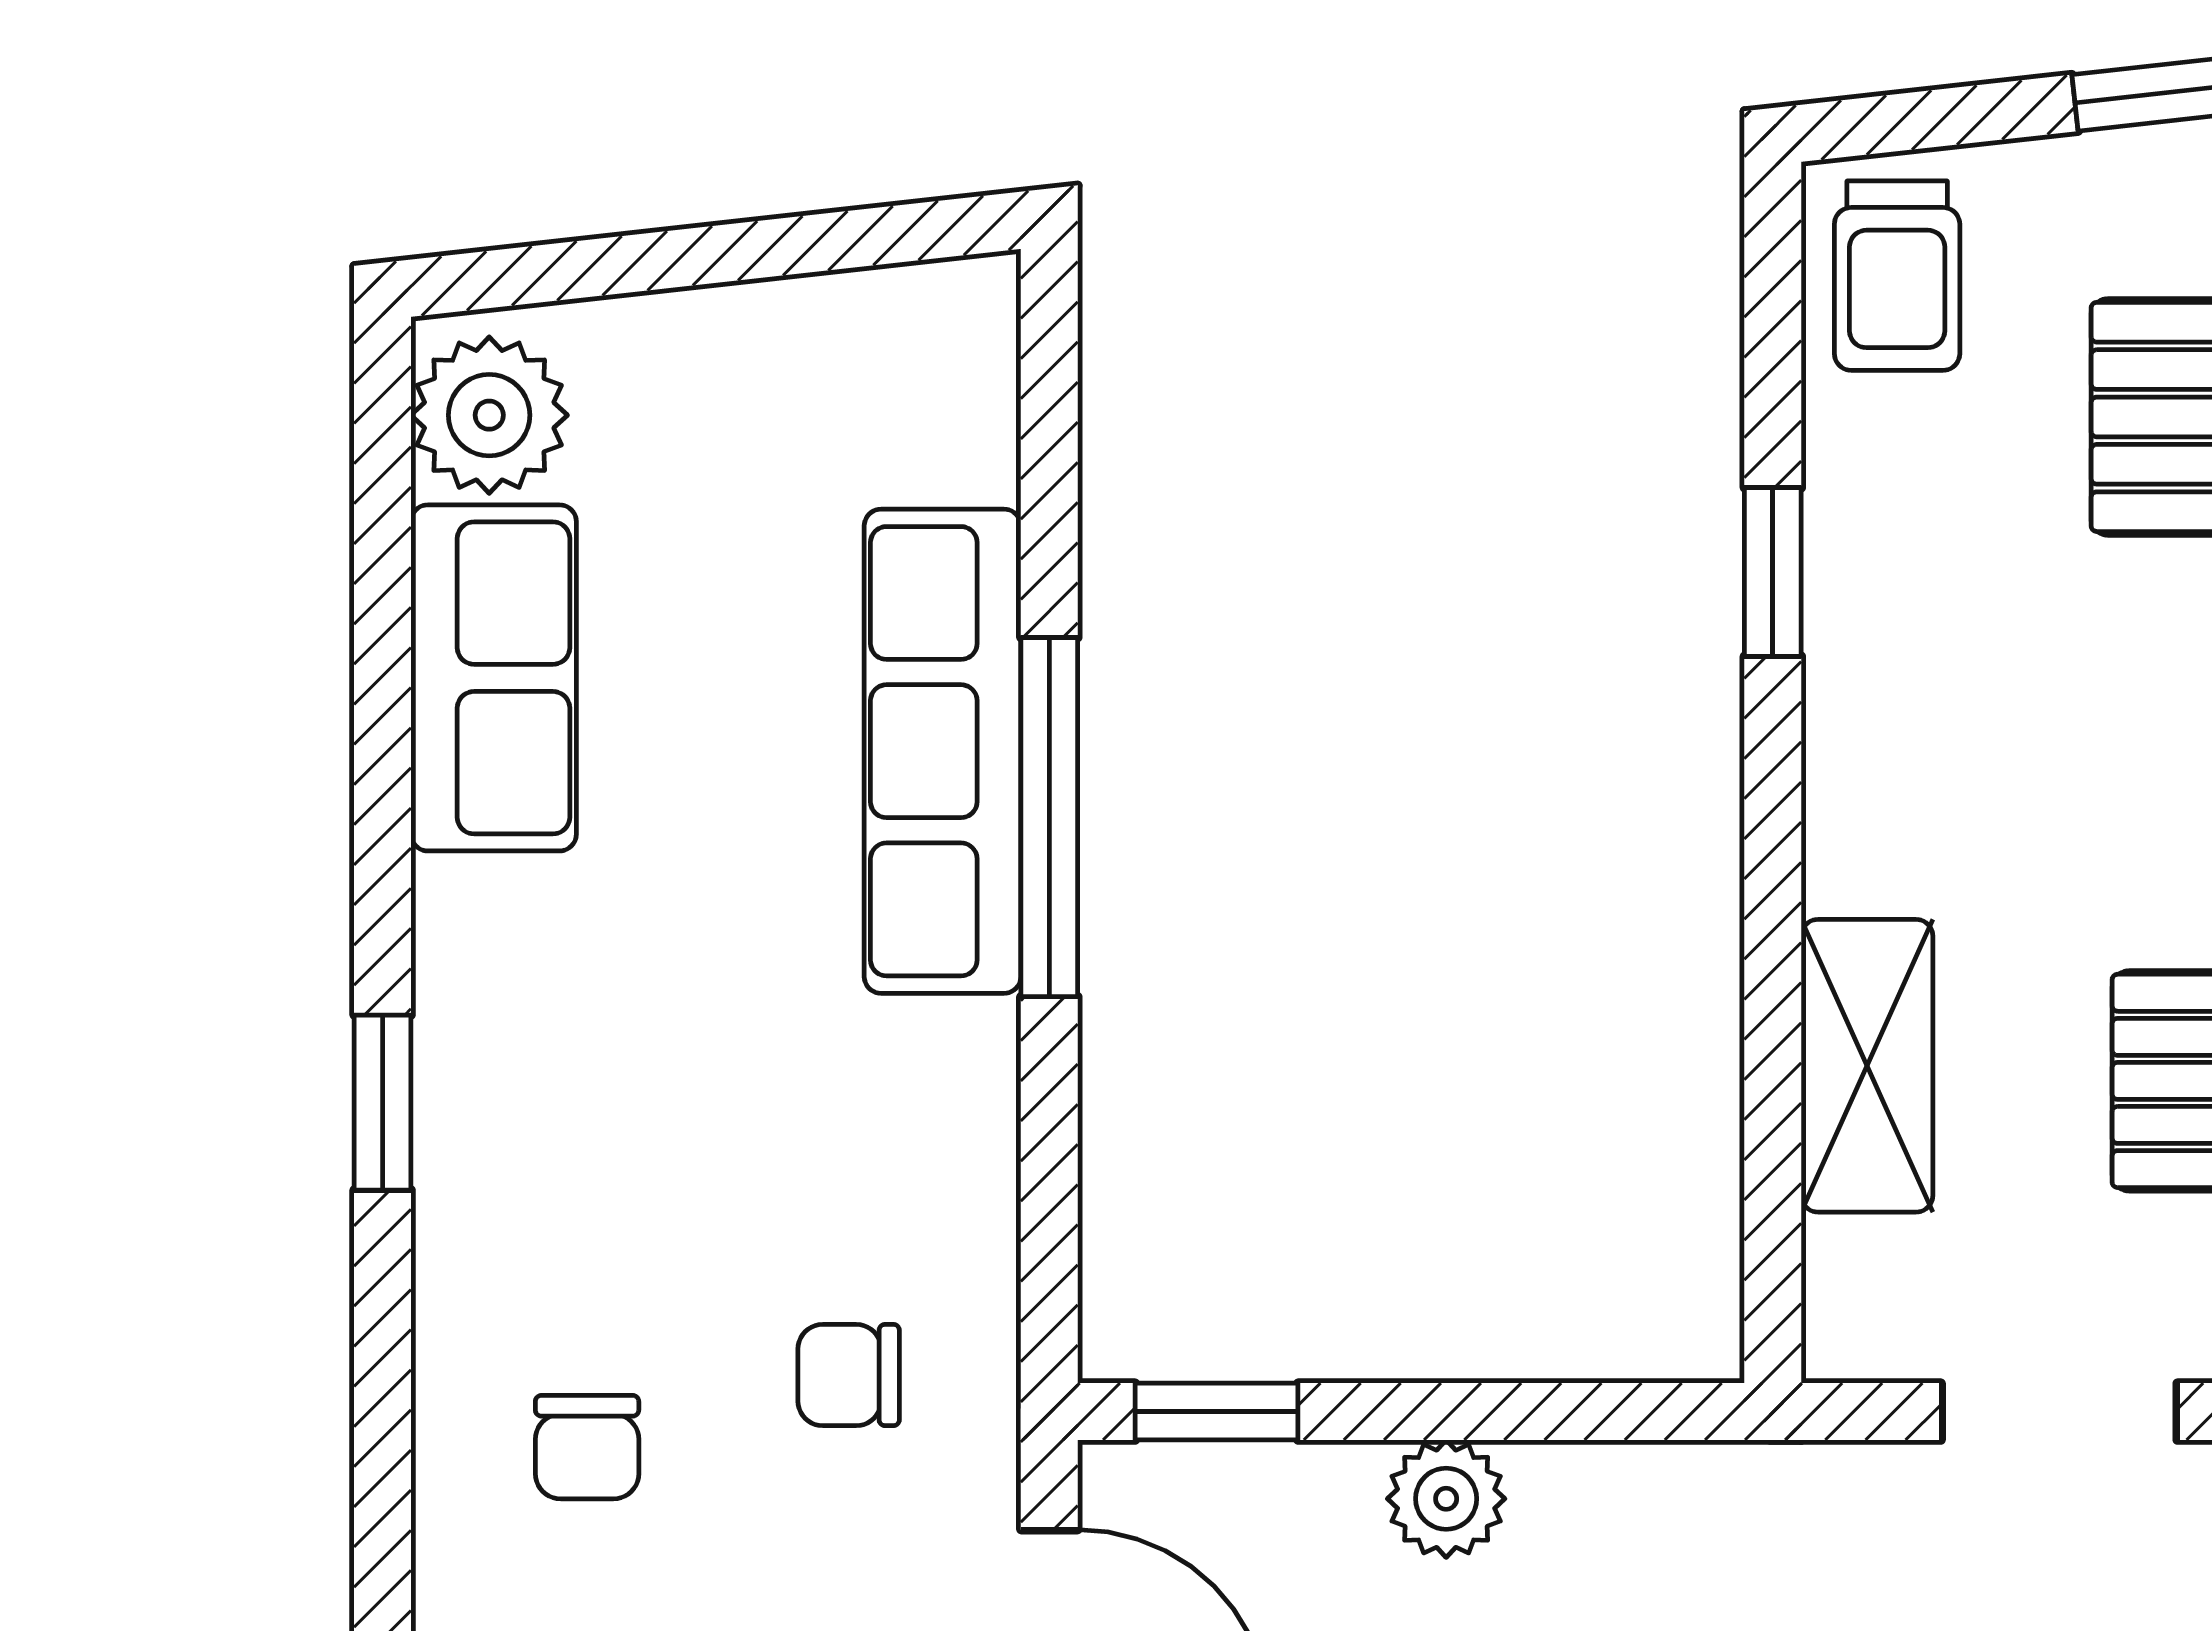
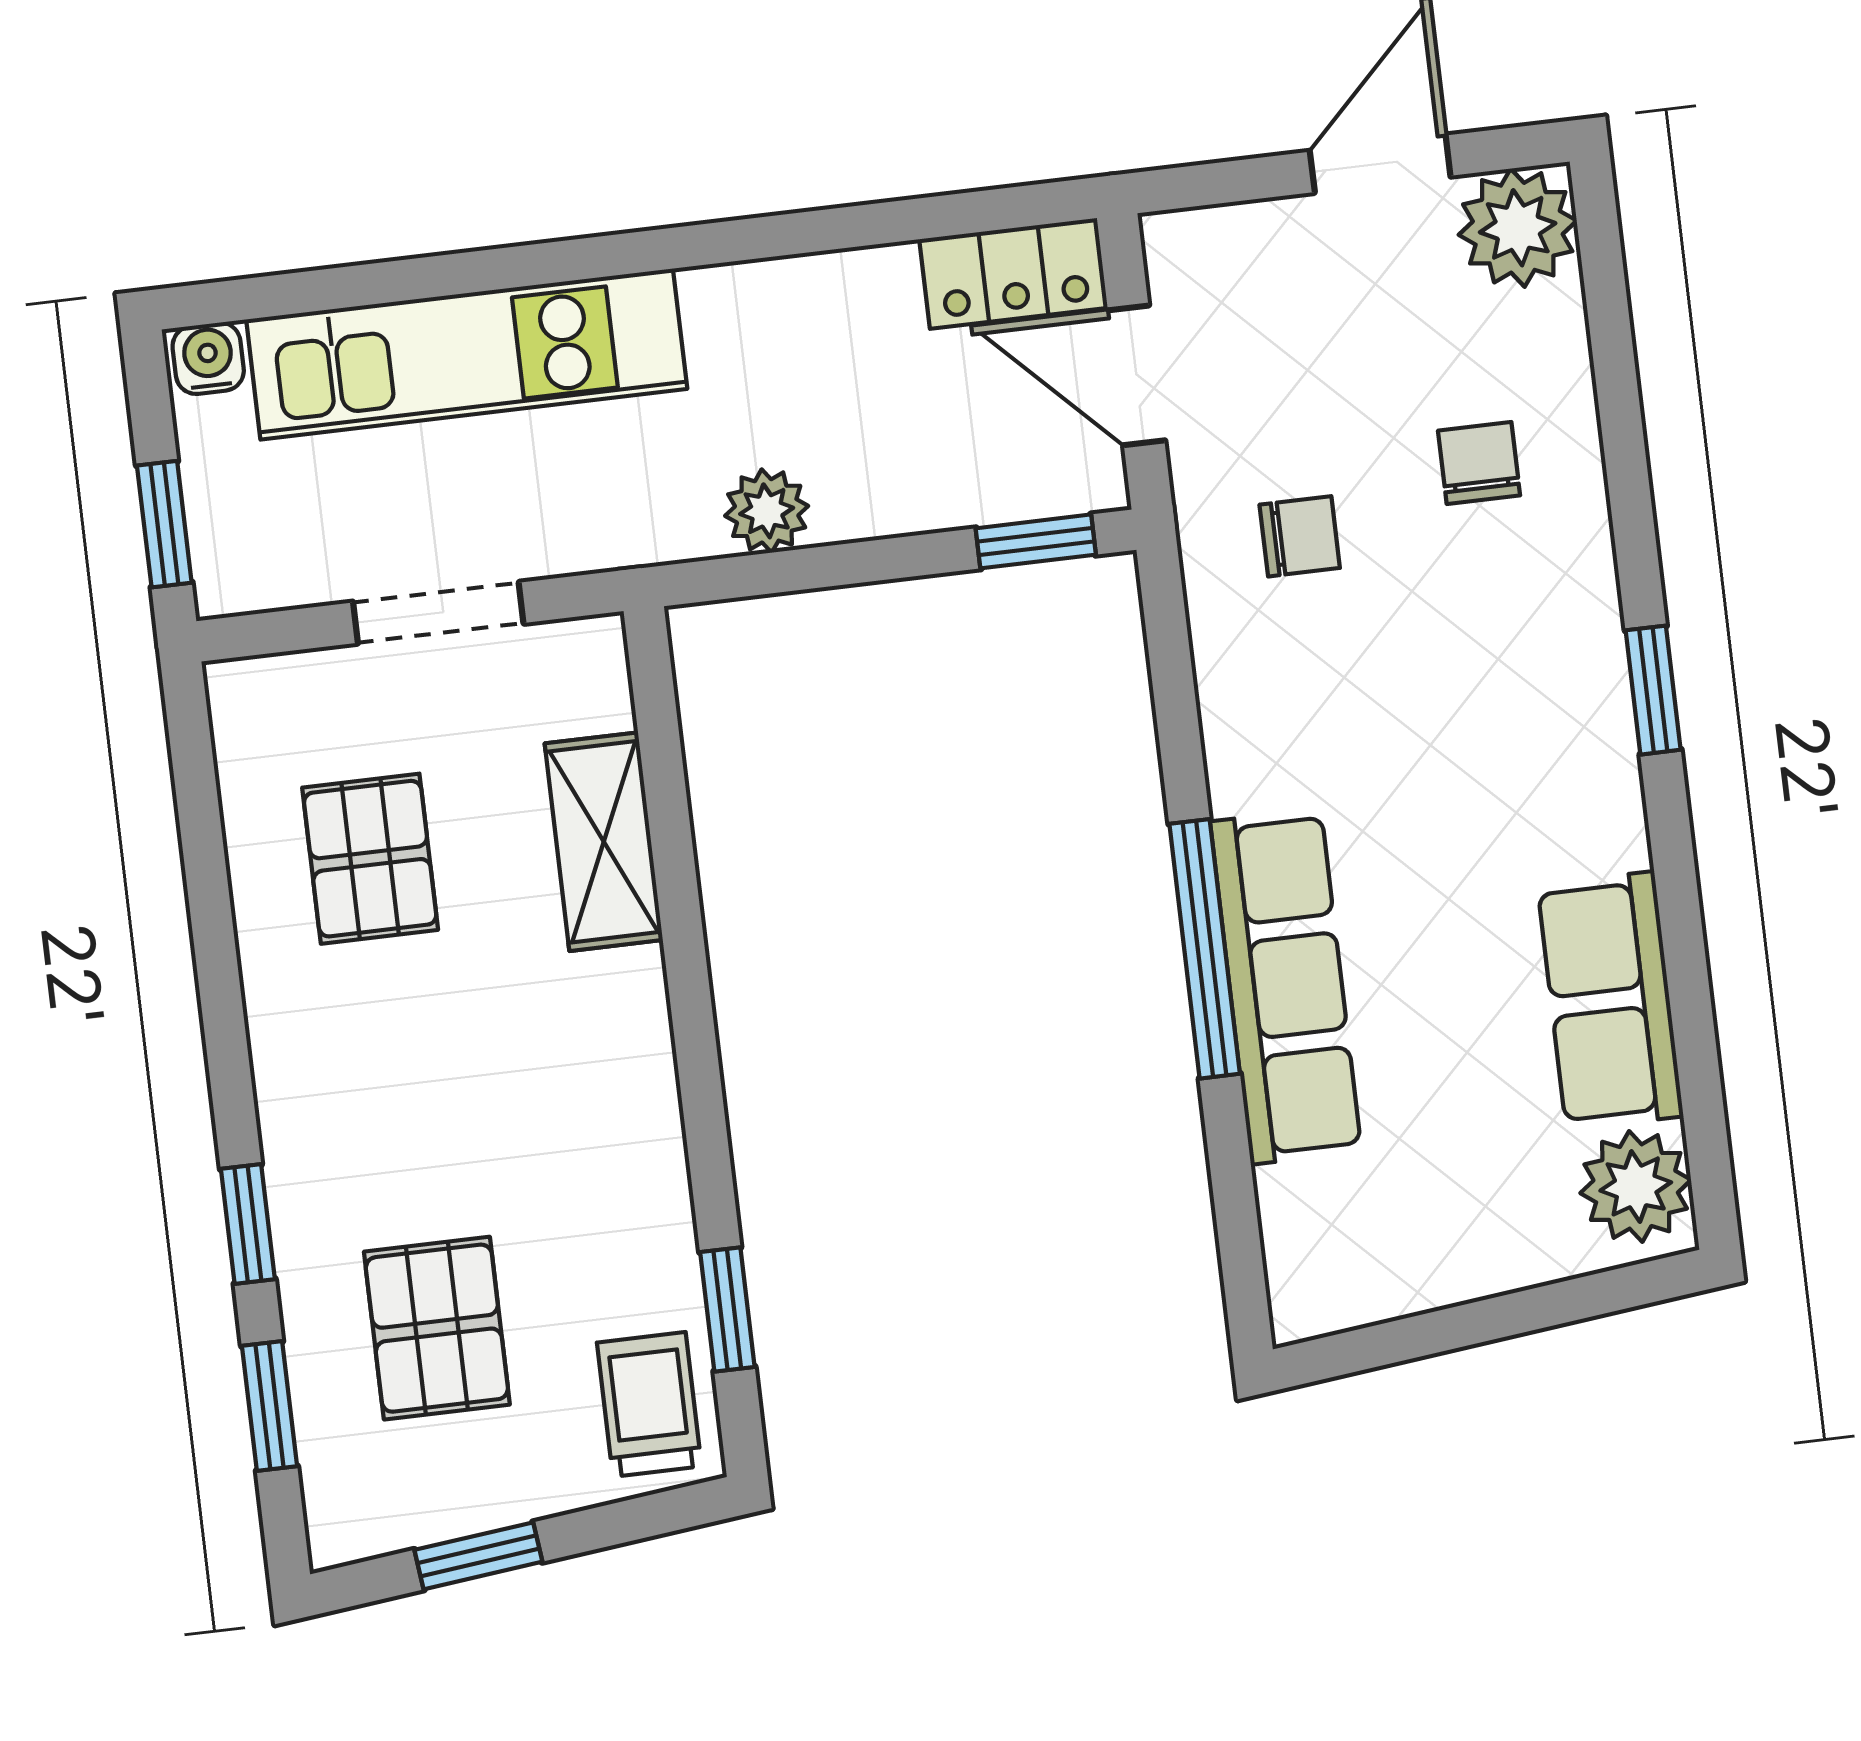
window: (1773, 572) -> (727, 1309), moved
plant: (1446, 1499) -> (767, 511), moved

